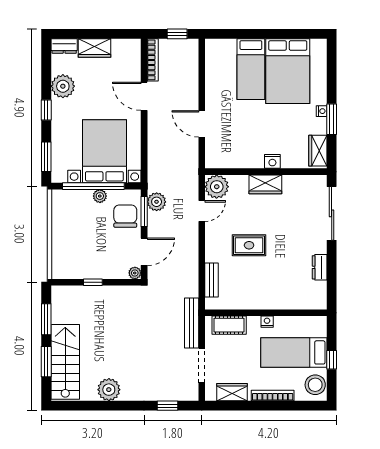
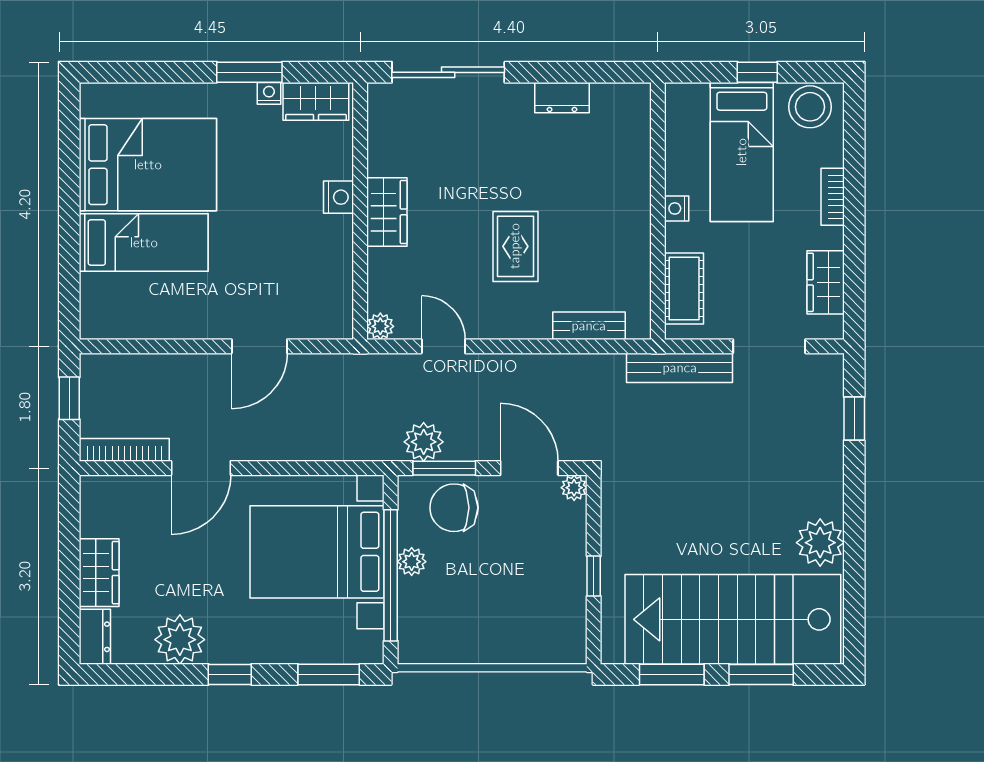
nightstand: (322, 111) -> (269, 93), moved
plant: (217, 187) -> (380, 326), width x0.53, depth x0.53
stairs: (65, 362) -> (733, 619), width x1.36, depth x1.51
bookcase: (273, 395) -> (833, 197), width x0.64

